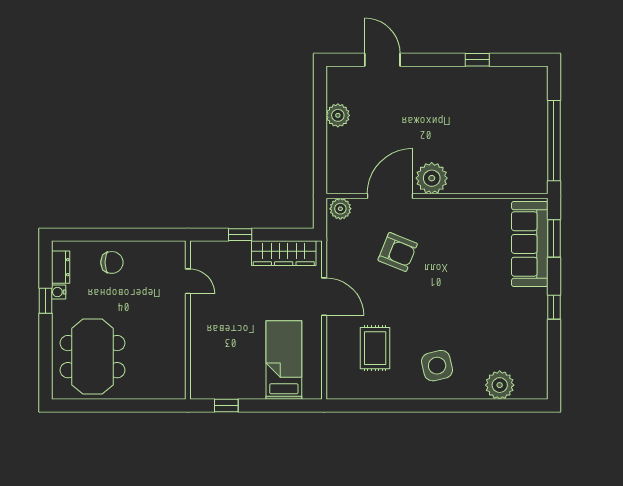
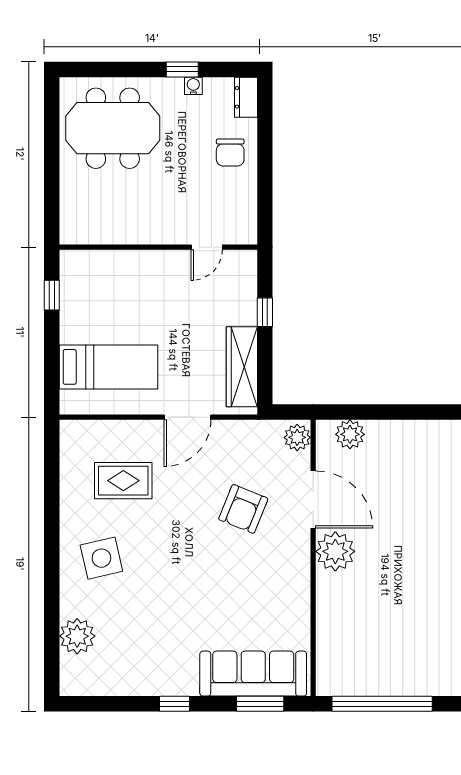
plant: (338, 115) -> (350, 434), moved
dresser: (61, 267) -> (246, 97), moved, turned 90

